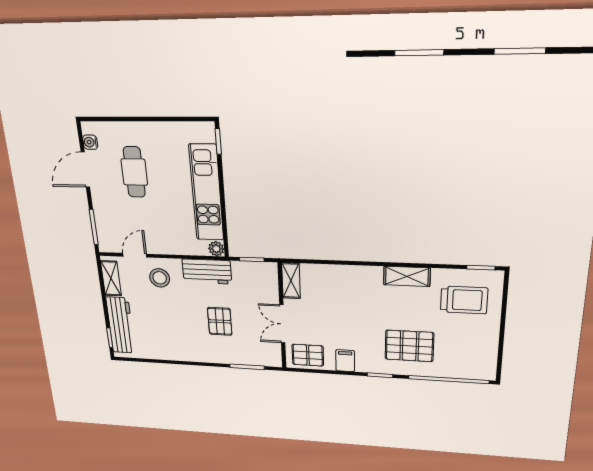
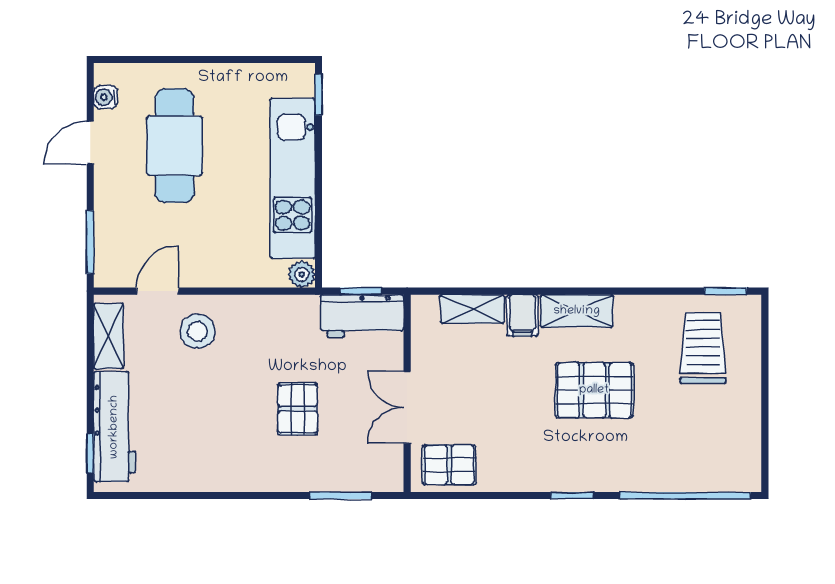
door: (85, 170) -> (90, 143), width x0.73
cafe table: (134, 172) -> (175, 146), width x1.37, depth x1.35
workbench: (207, 272) -> (362, 316), moved
shelving: (407, 276) -> (577, 311), moved
shelving: (291, 281) -> (472, 309), moved, turned 90
trolley: (464, 300) -> (703, 348), turned -90
pallet: (409, 346) -> (594, 390), moved
filing cabinet: (345, 361) -> (522, 315), moved, turned 180

